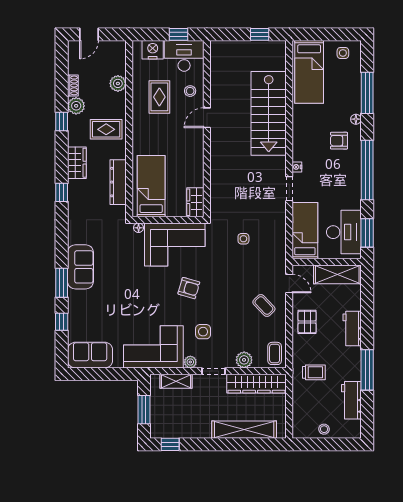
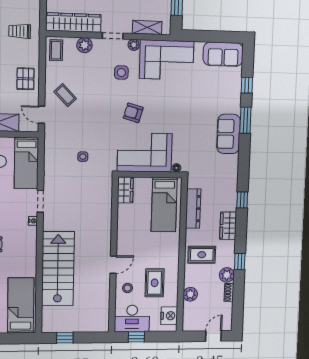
nightstand: (153, 50) -> (169, 316), moved, turned -90

